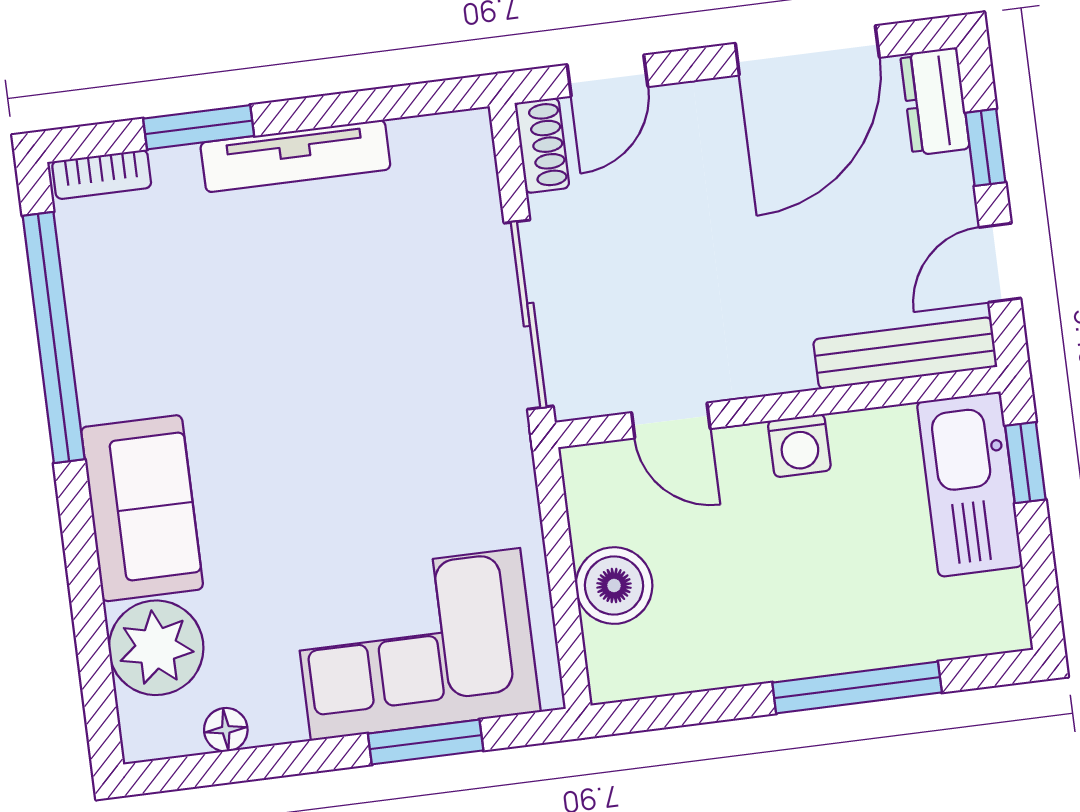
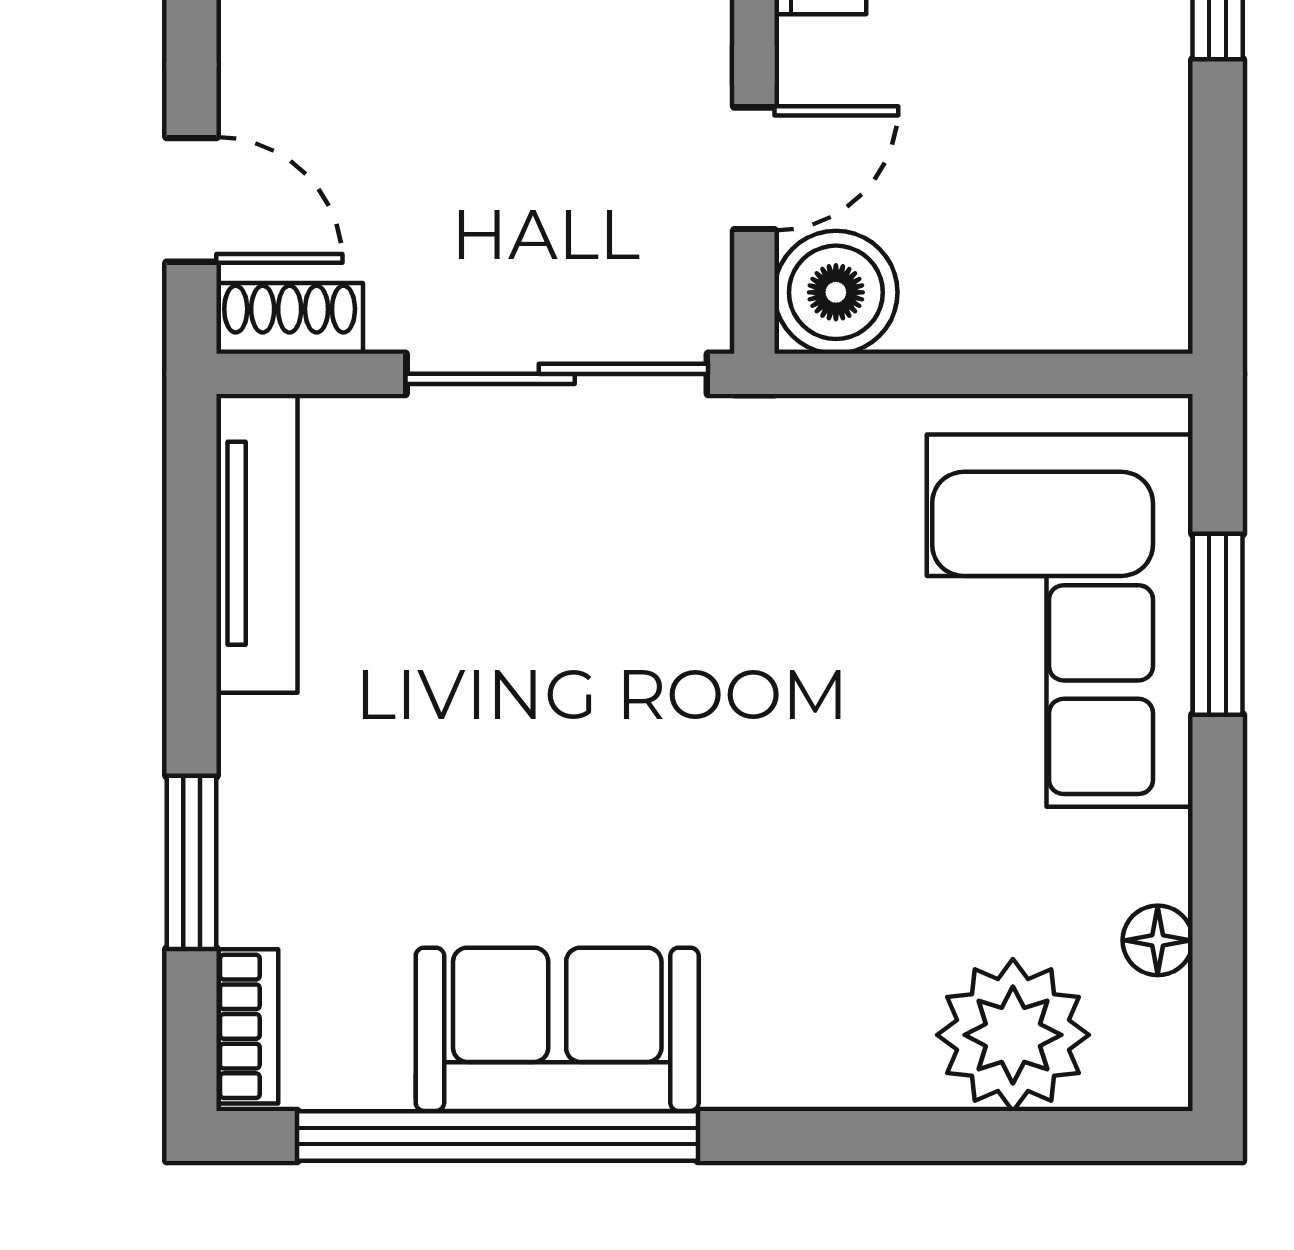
tv unit: (295, 156) -> (257, 543), moved
sofa: (142, 508) -> (557, 1029), moved
boiler: (614, 586) -> (836, 292), moved

